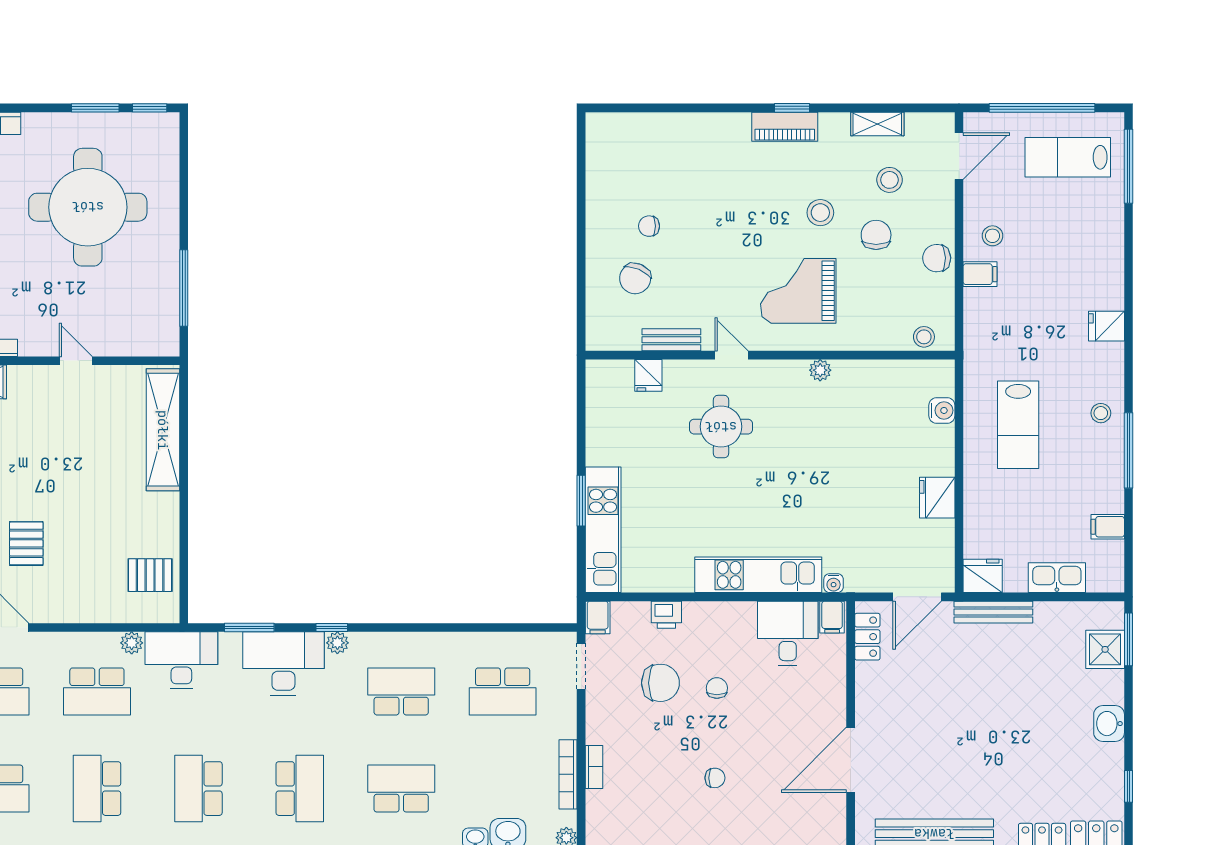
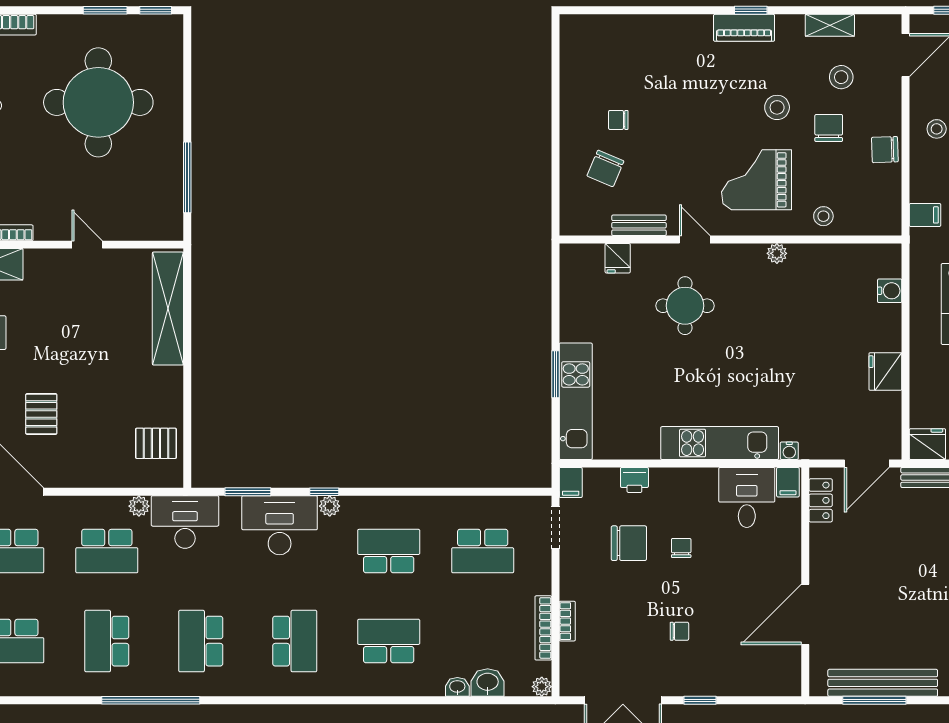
filing cabinet: (980, 274) -> (925, 215), moved
stool: (924, 337) -> (823, 216), moved

